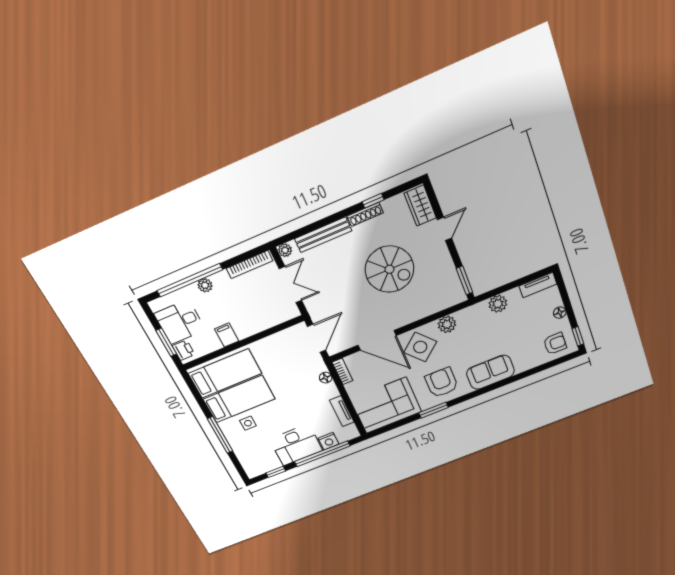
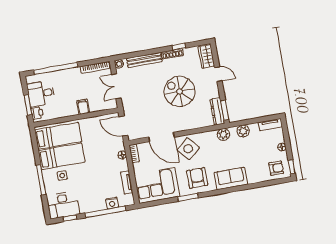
door: (445, 229) -> (218, 74), hinge flipped
spiral stairs: (389, 269) -> (180, 91), turned 180
plant: (205, 285) -> (64, 74), removed
double door: (290, 285) -> (116, 86), swing flipped
dresser: (453, 285) -> (217, 111), added
plant: (447, 324) -> (223, 134), moved
filing cabinet: (227, 335) -> (83, 107), moved
door: (317, 338) -> (123, 126), swing flipped
desk: (296, 445) -> (63, 205), moved

